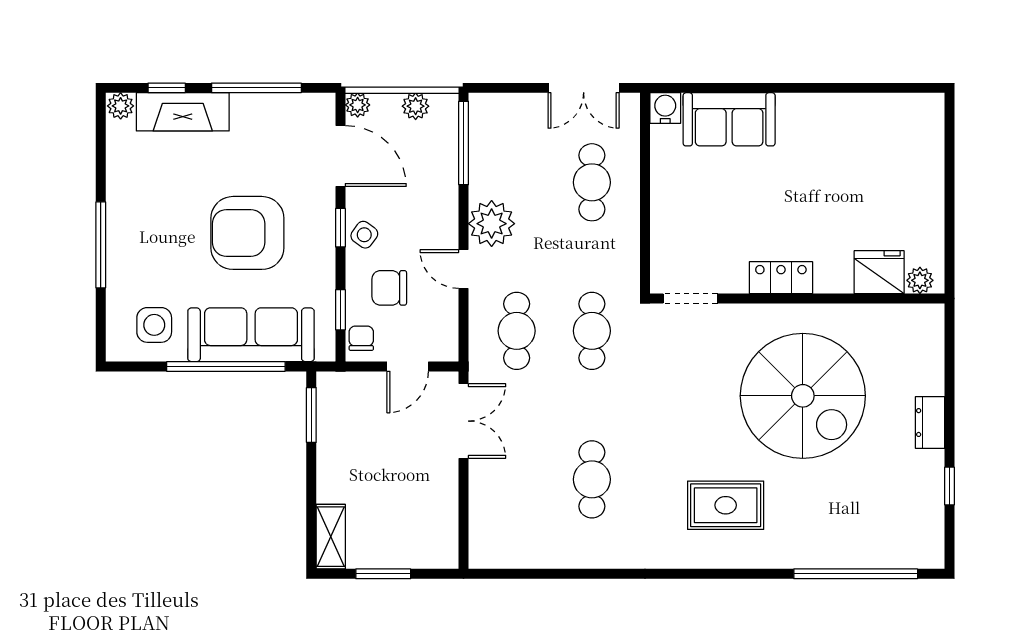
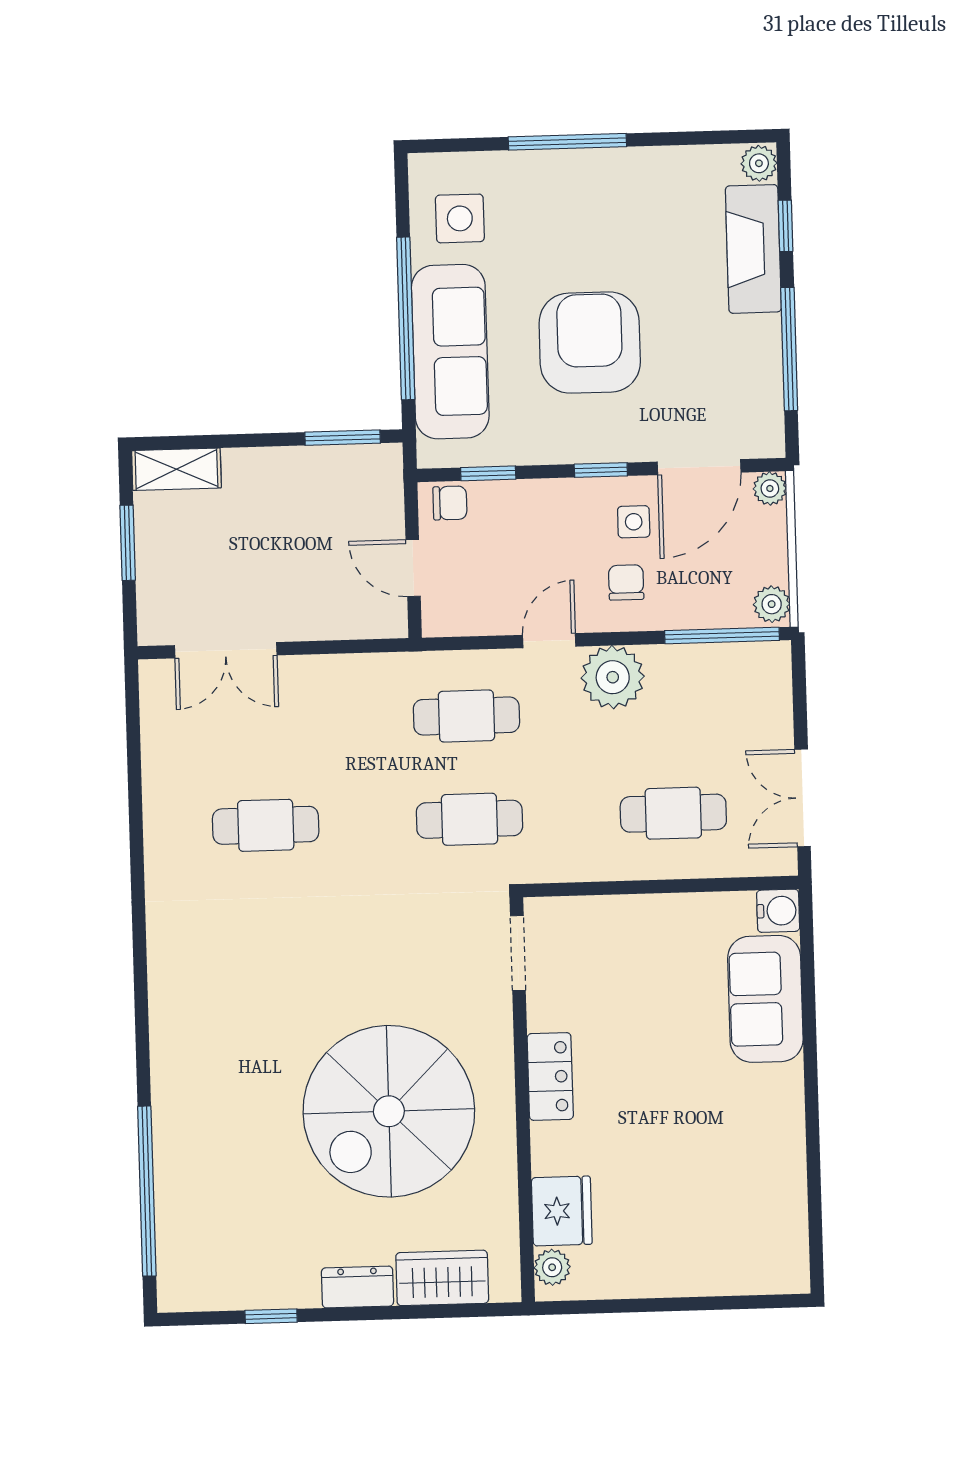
plant: (416, 106) -> (772, 604), moved
side table: (364, 235) -> (634, 522), moved, turned -36
chair: (389, 288) -> (626, 582), moved, width x0.73, depth x0.73
wardrobe: (925, 361) -> (442, 1278), added
double door: (464, 421) -> (226, 650), moved
rug: (726, 505) -> (236, 1010), removed

